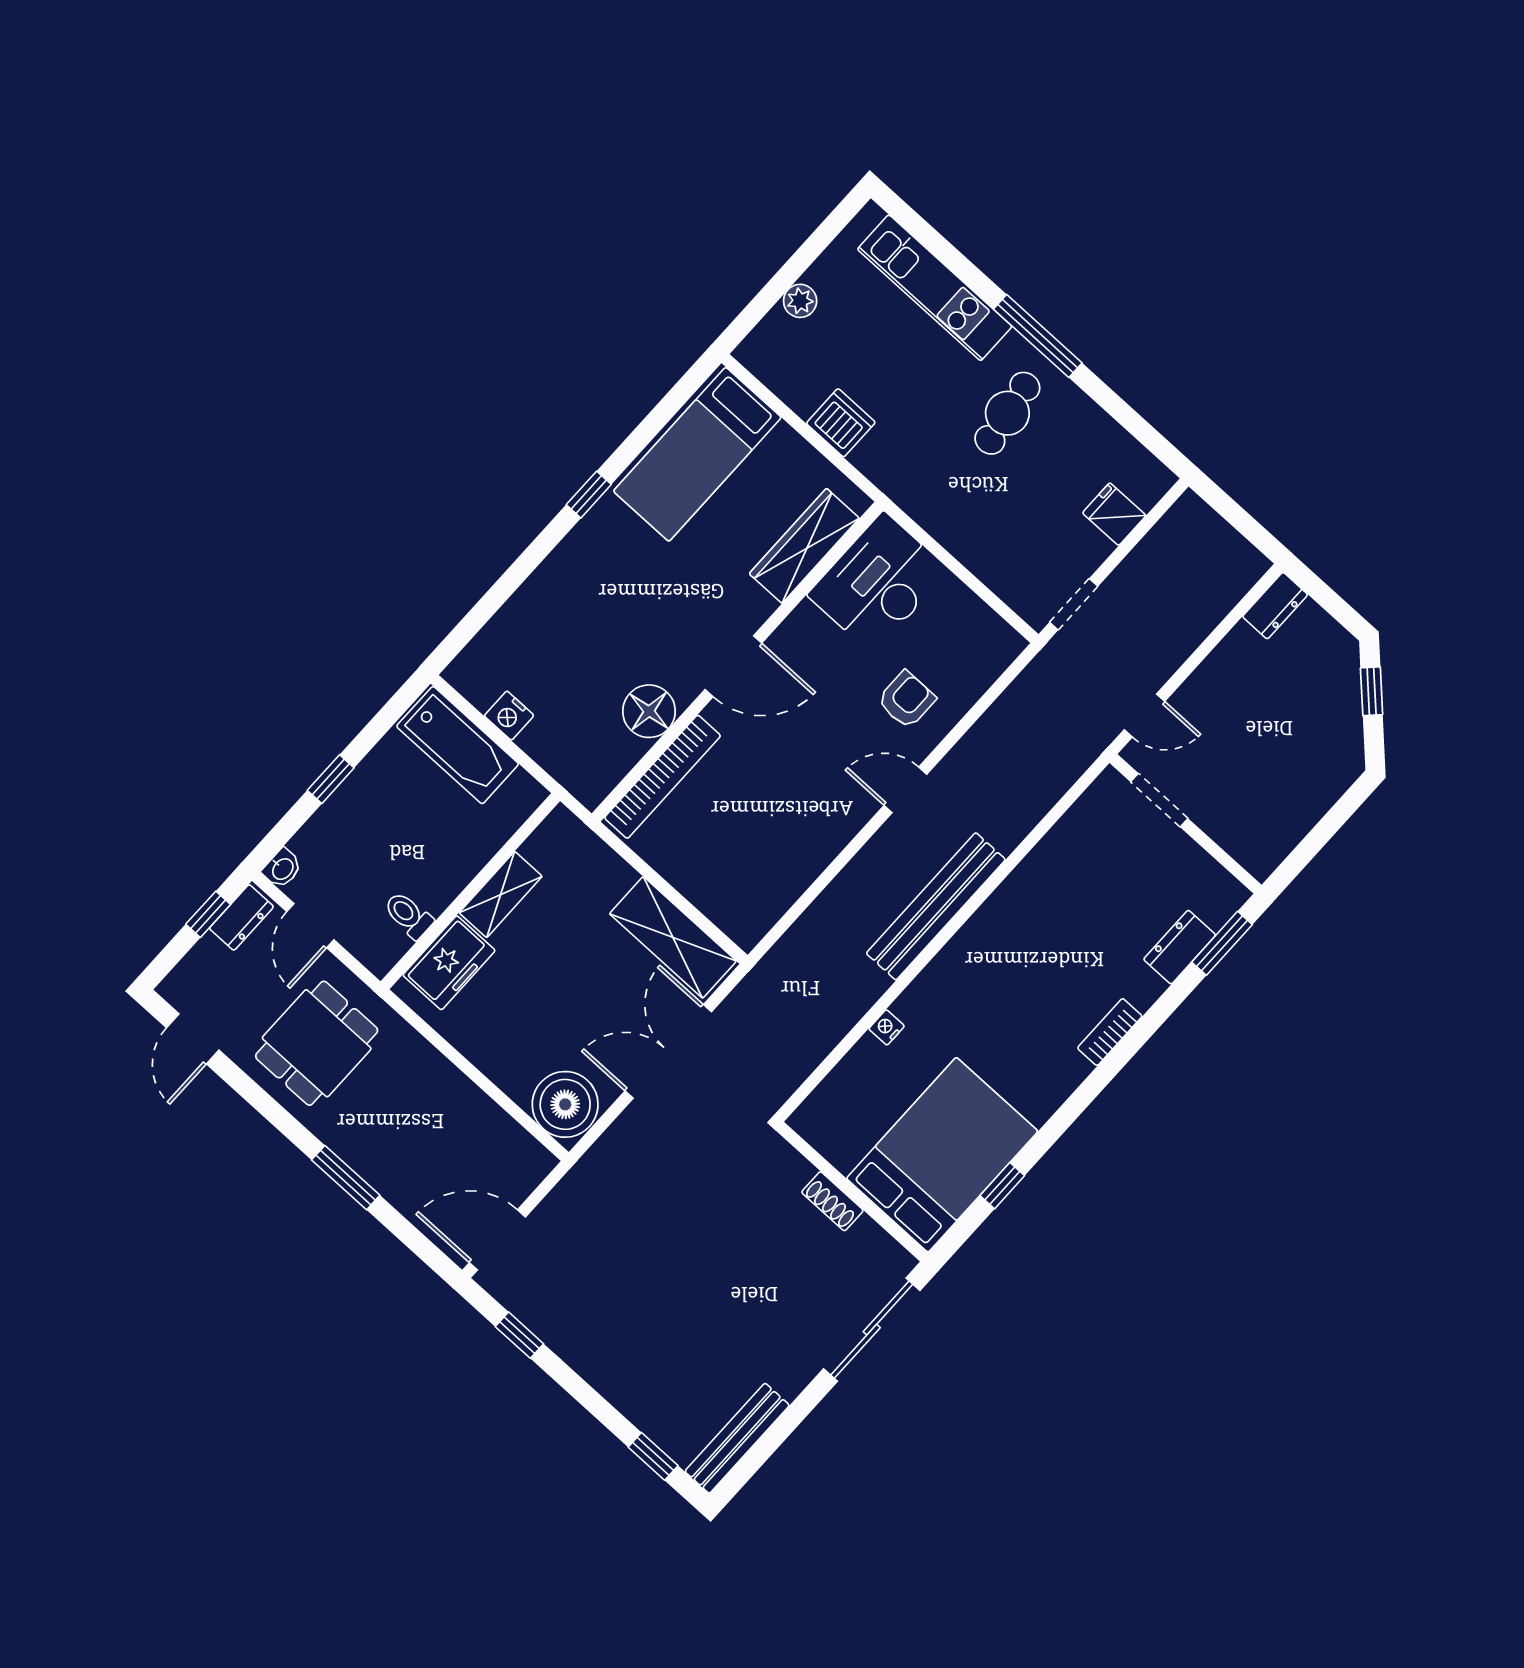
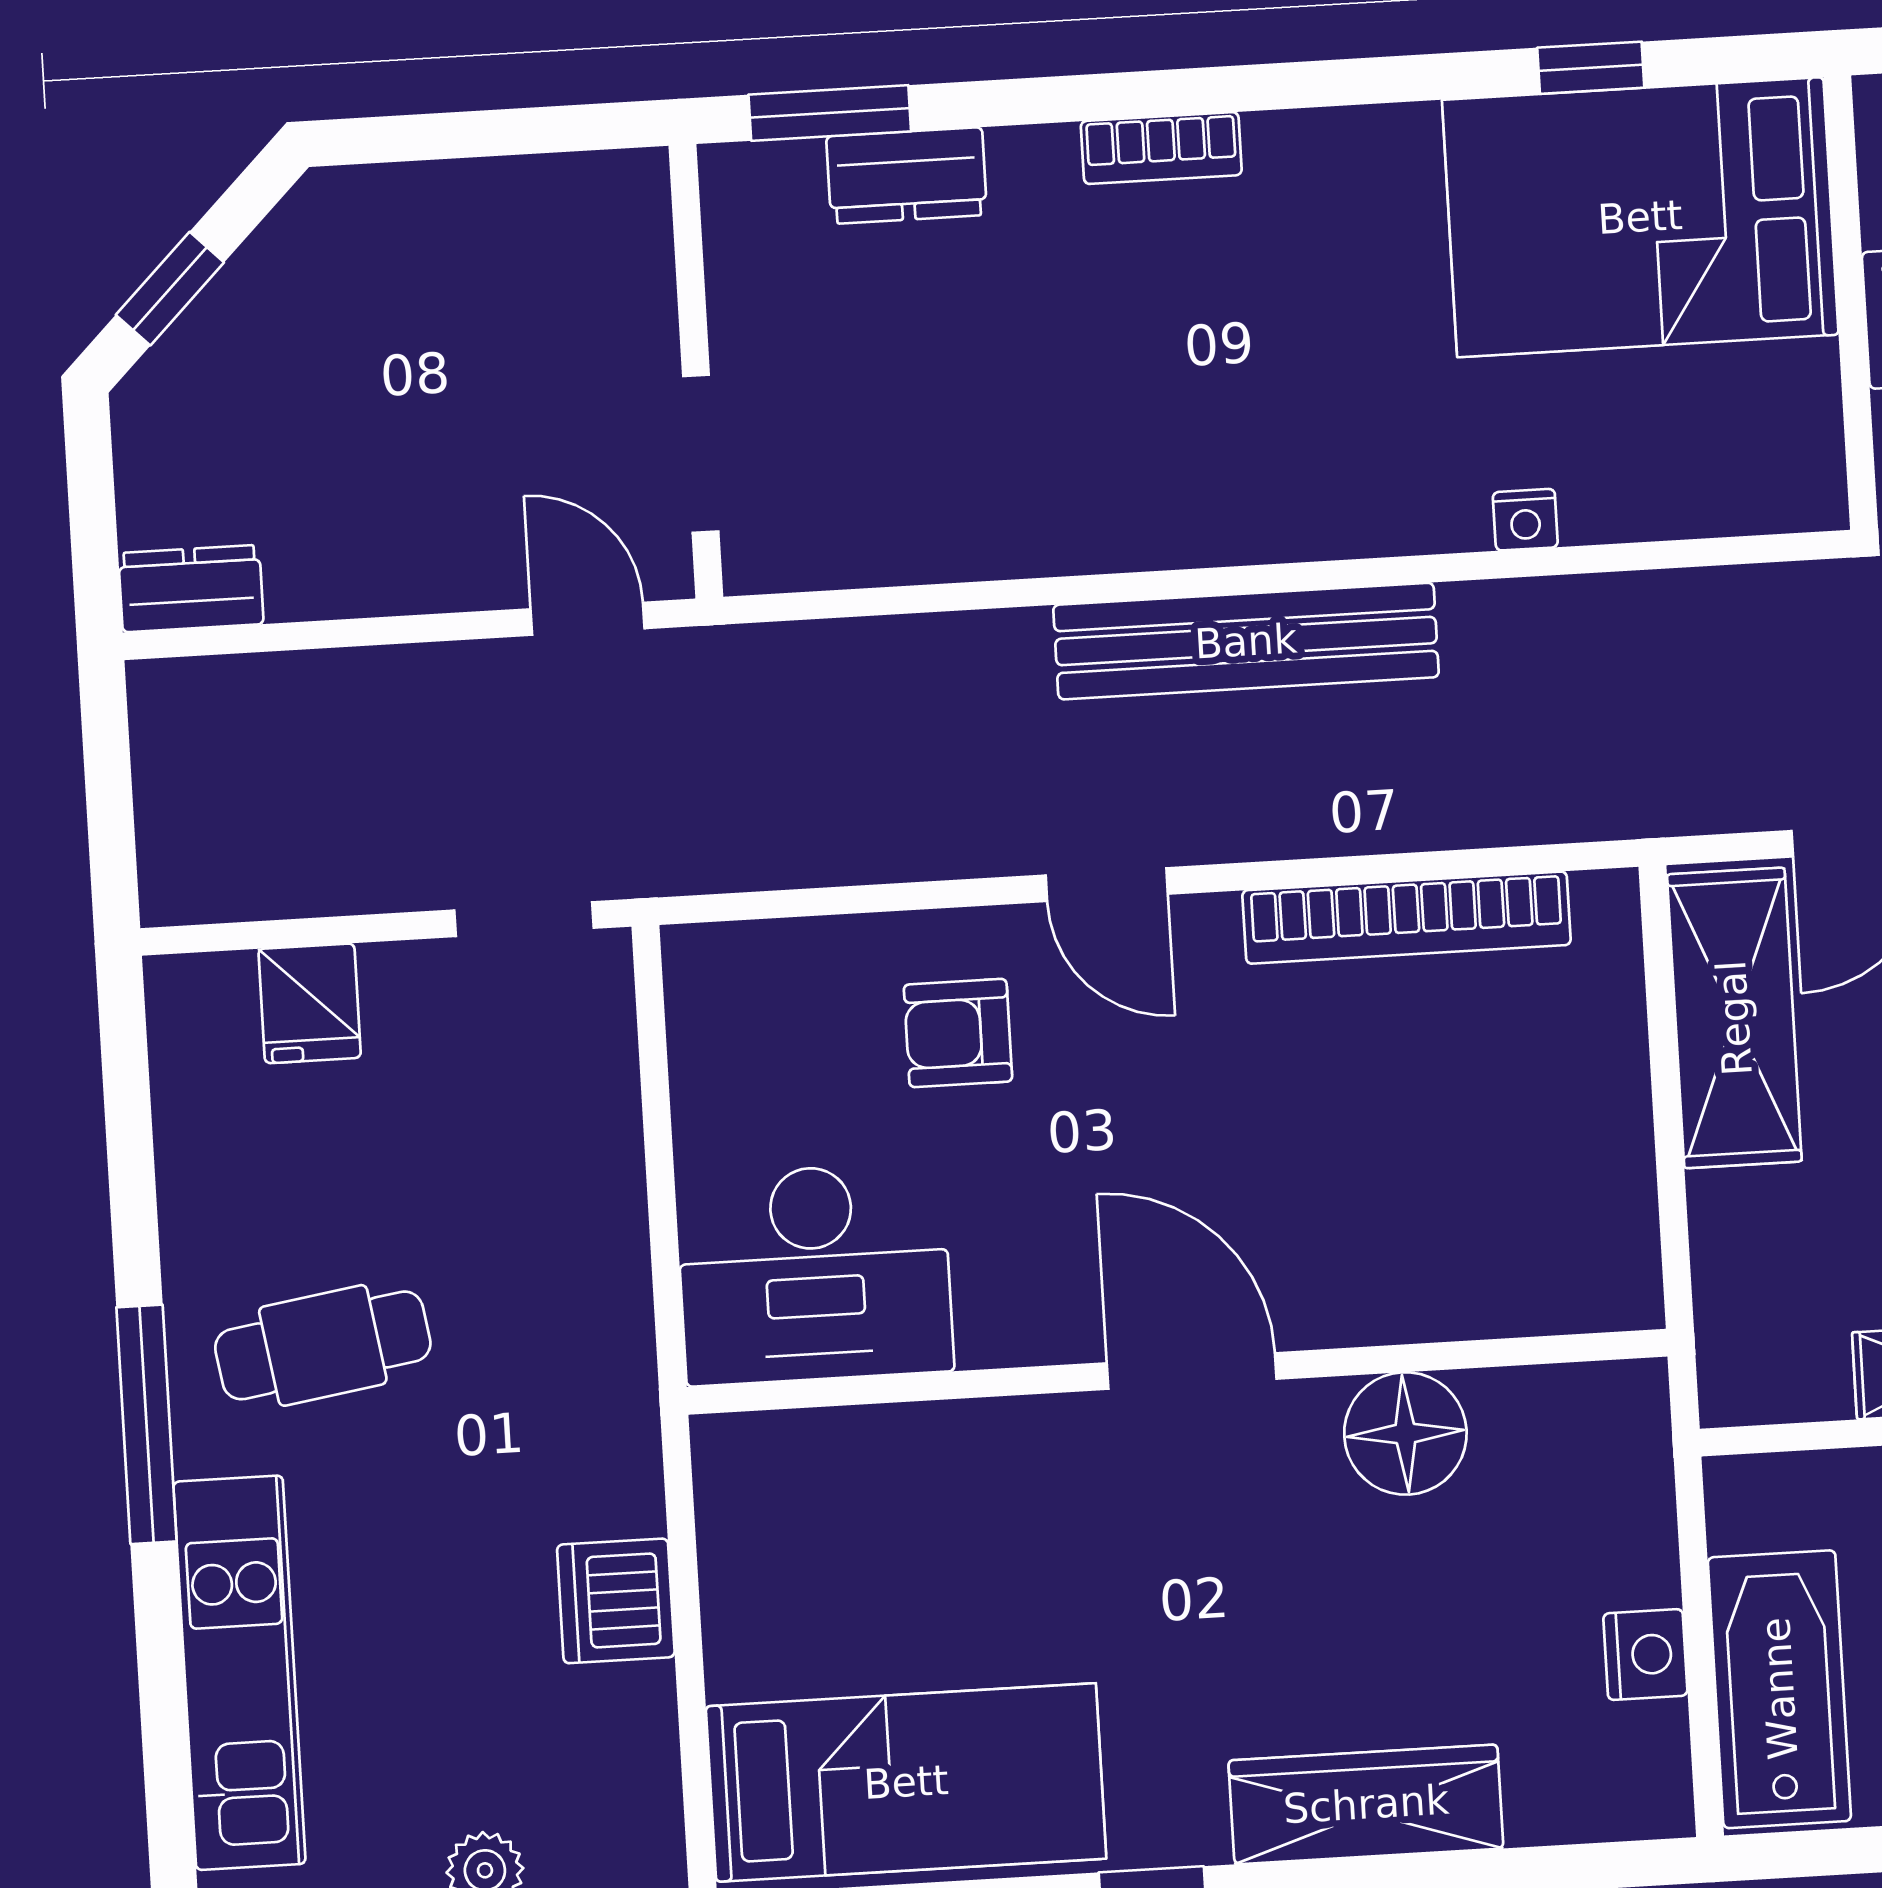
wardrobe: (804, 546) -> (1366, 1804), moved, turned 180
bookcase: (663, 777) -> (1407, 918), moved, turned 180

